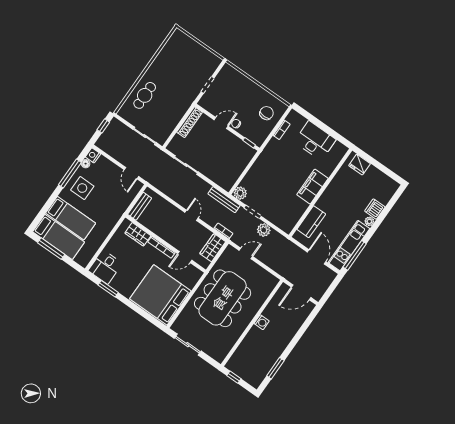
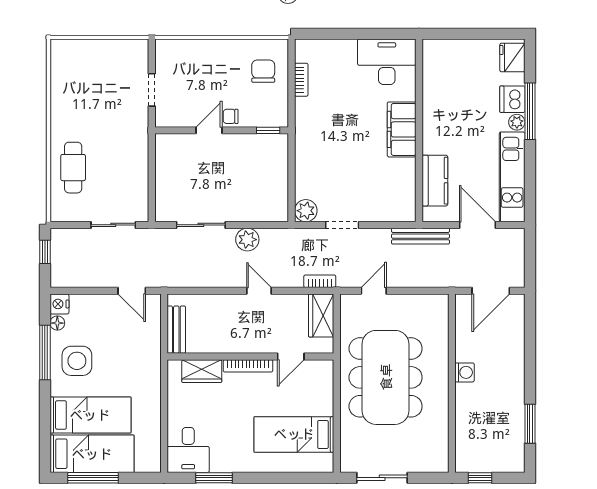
shoe rack: (190, 122) -> (163, 161), removed
desk: (315, 141) -> (387, 62), moved
fridge: (360, 165) -> (512, 57), moved, turned 90
bench: (224, 200) -> (421, 236), moved
plant: (264, 230) -> (247, 240), moved
window: (355, 255) -> (530, 111), moved
bed: (160, 295) -> (294, 434), width x0.49

